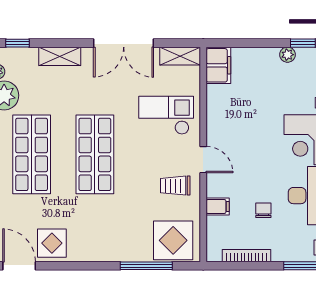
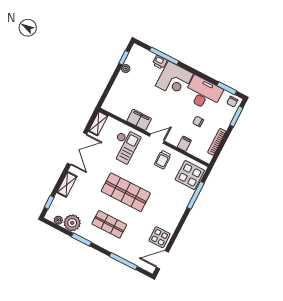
filing cabinet: (218, 65) -> (139, 120), moved
checkout: (166, 115) -> (125, 146), turned 180
shop shelf: (32, 154) -> (109, 224), width x0.70, depth x0.74

